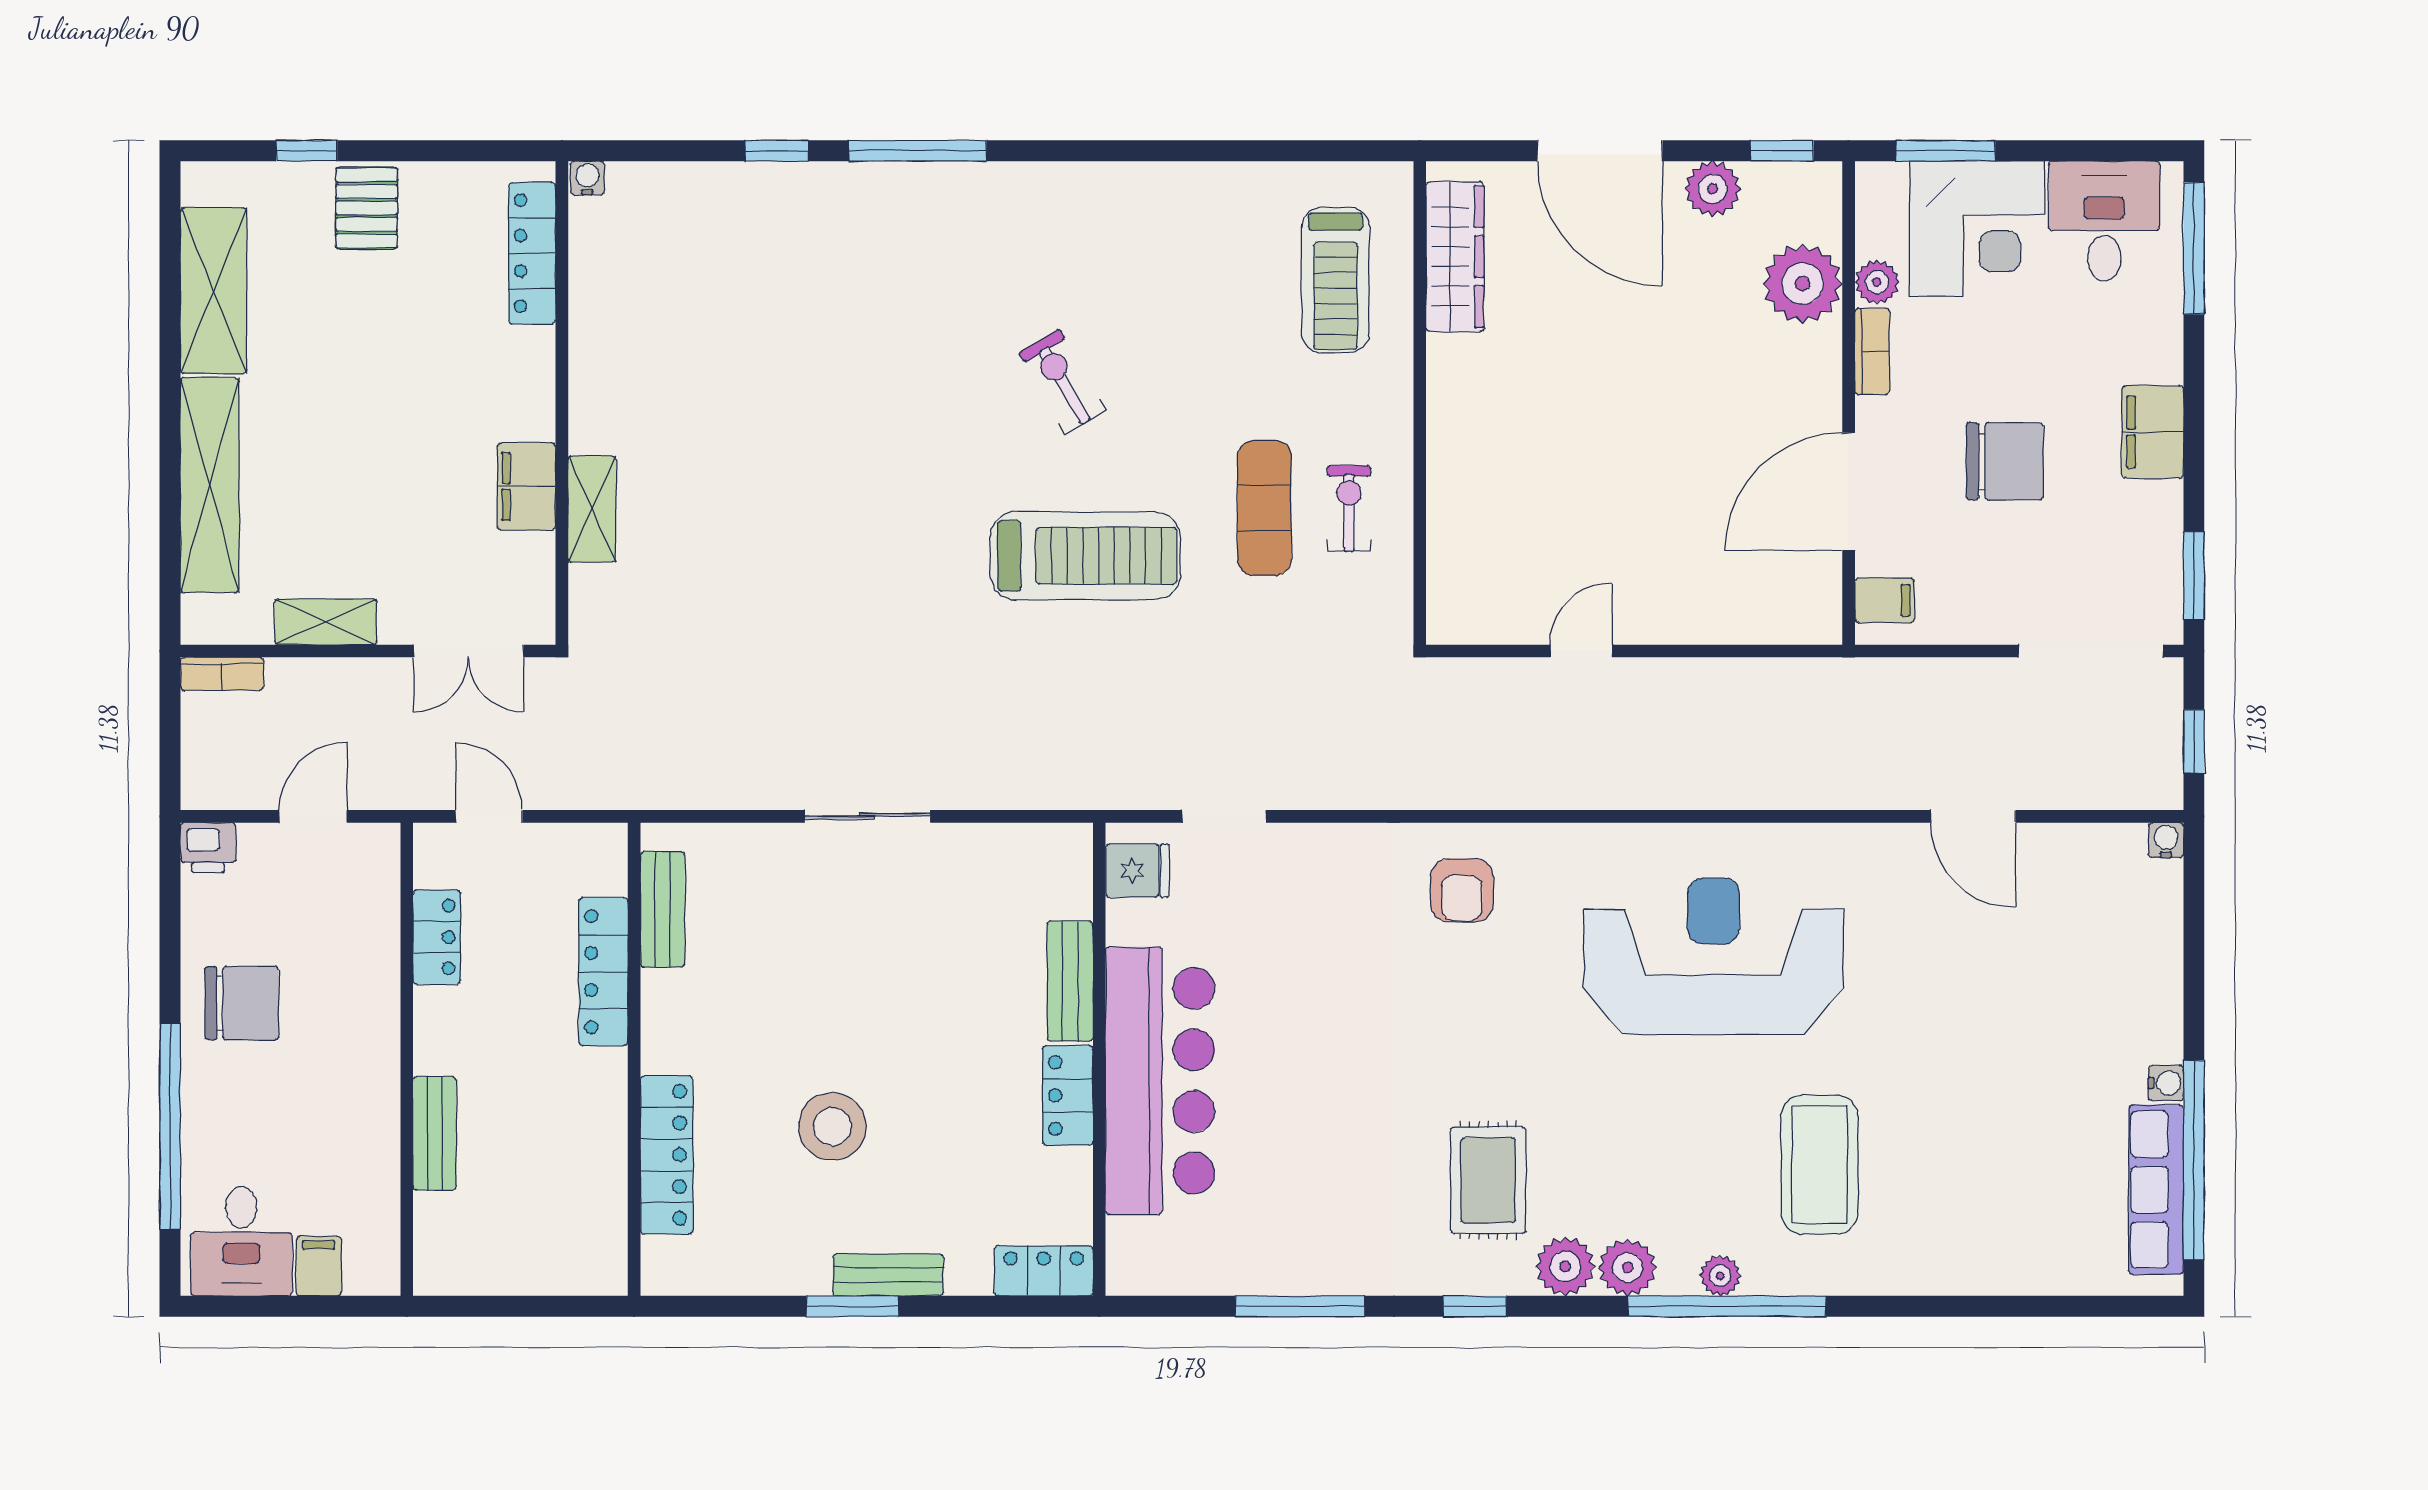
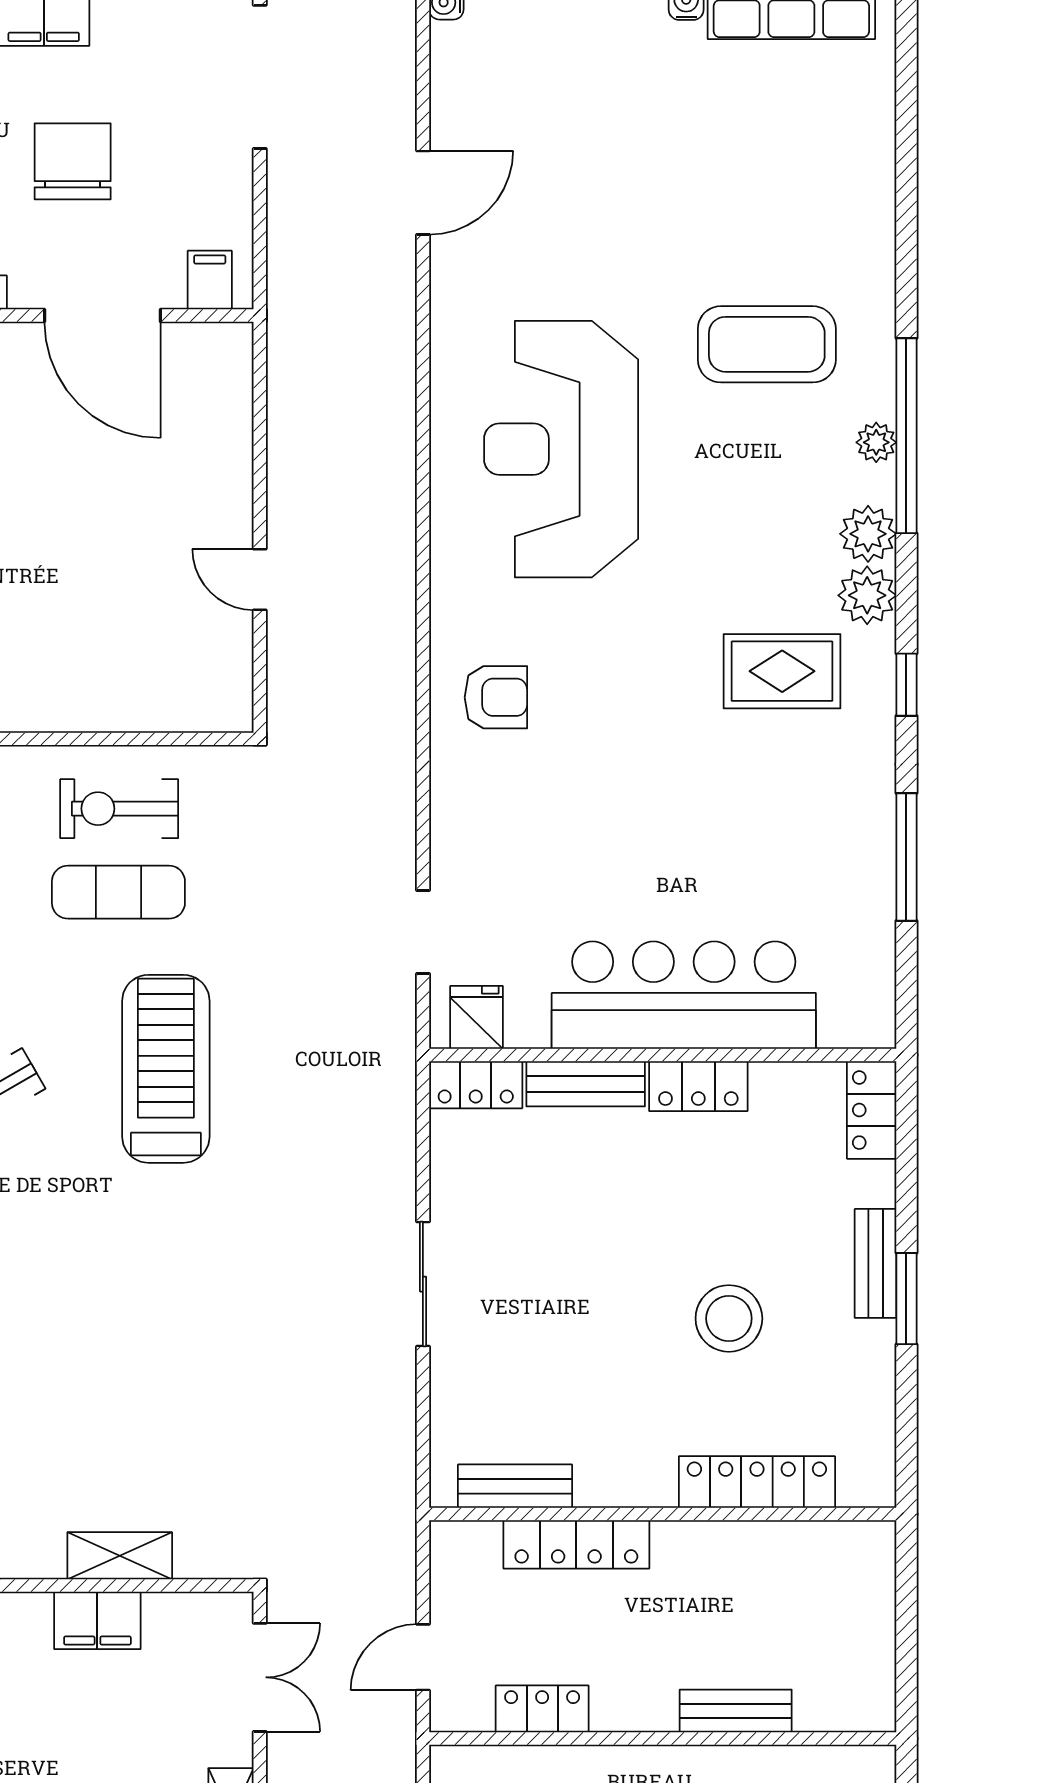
exercise bike: (1349, 508) -> (119, 809), width x1.38, depth x1.39
locker: (1069, 870) -> (476, 1085), added

